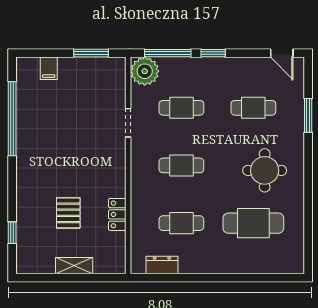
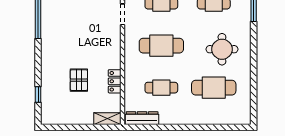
cafe table: (181, 165) -> (161, 46), width x1.37, depth x1.35
dresser: (162, 265) -> (142, 118), width x1.44
shelving: (74, 266) -> (107, 119), moved

